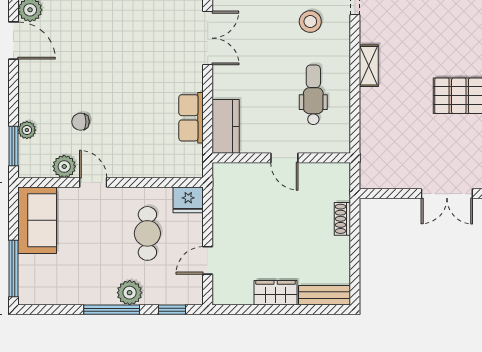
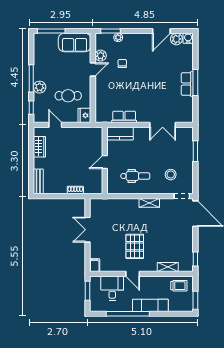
double door: (447, 194) -> (87, 230), moved
wardrobe: (276, 293) -> (39, 147), moved

